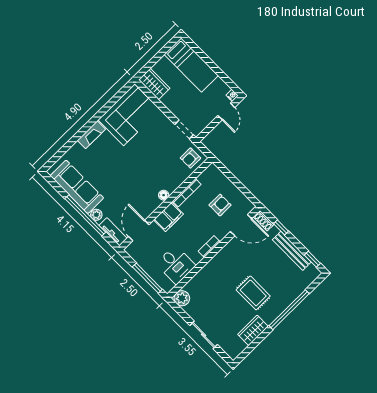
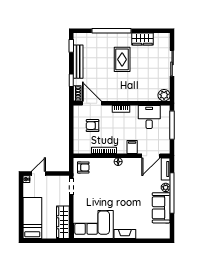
wardrobe: (154, 84) -> (63, 222), width x1.50
sofa: (77, 187) -> (161, 208), width x0.73
filing cabinet: (169, 217) -> (132, 147), width x0.50

